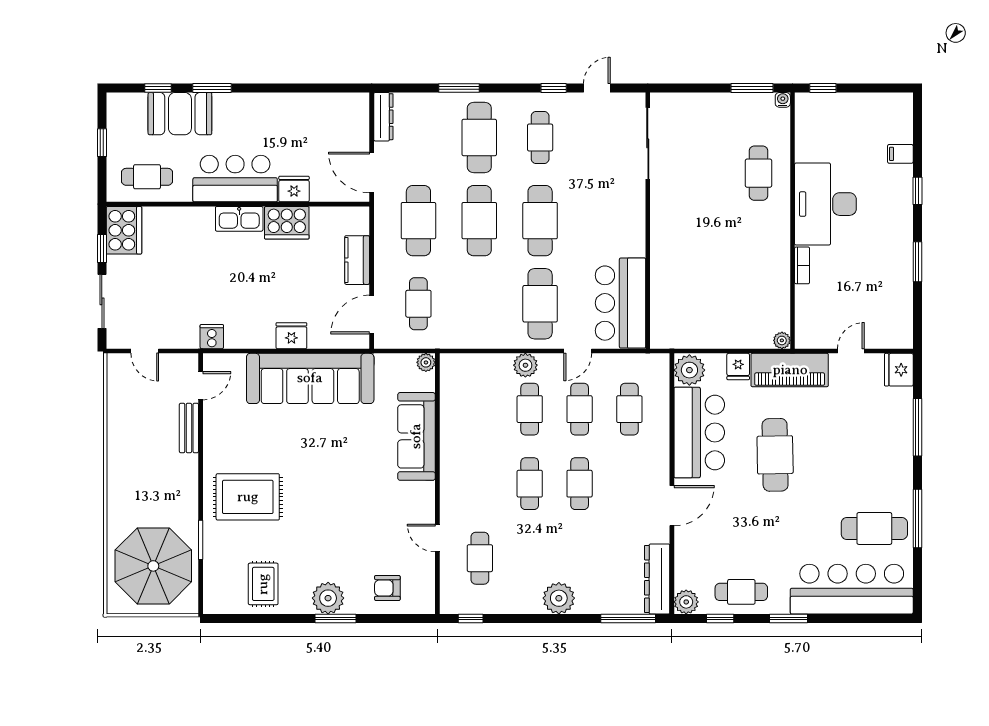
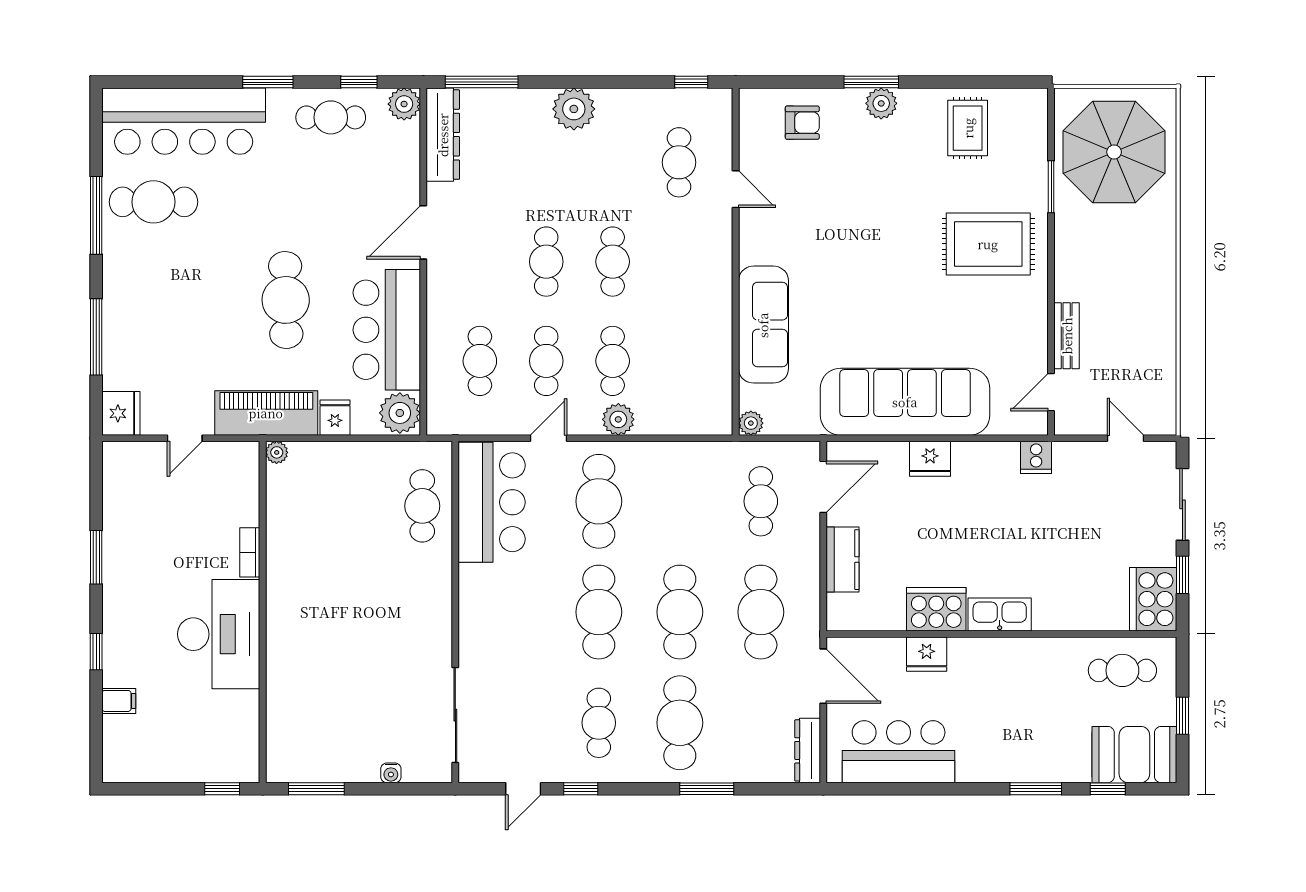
water cooler: (783, 100) -> (391, 773), moved
booth: (180, 114) -> (1134, 755), moved
cafe table: (758, 173) -> (422, 506), moved
bar counter: (235, 179) -> (899, 752), moved, turned 180
plant: (328, 598) -> (881, 103), width x0.73, depth x0.73

